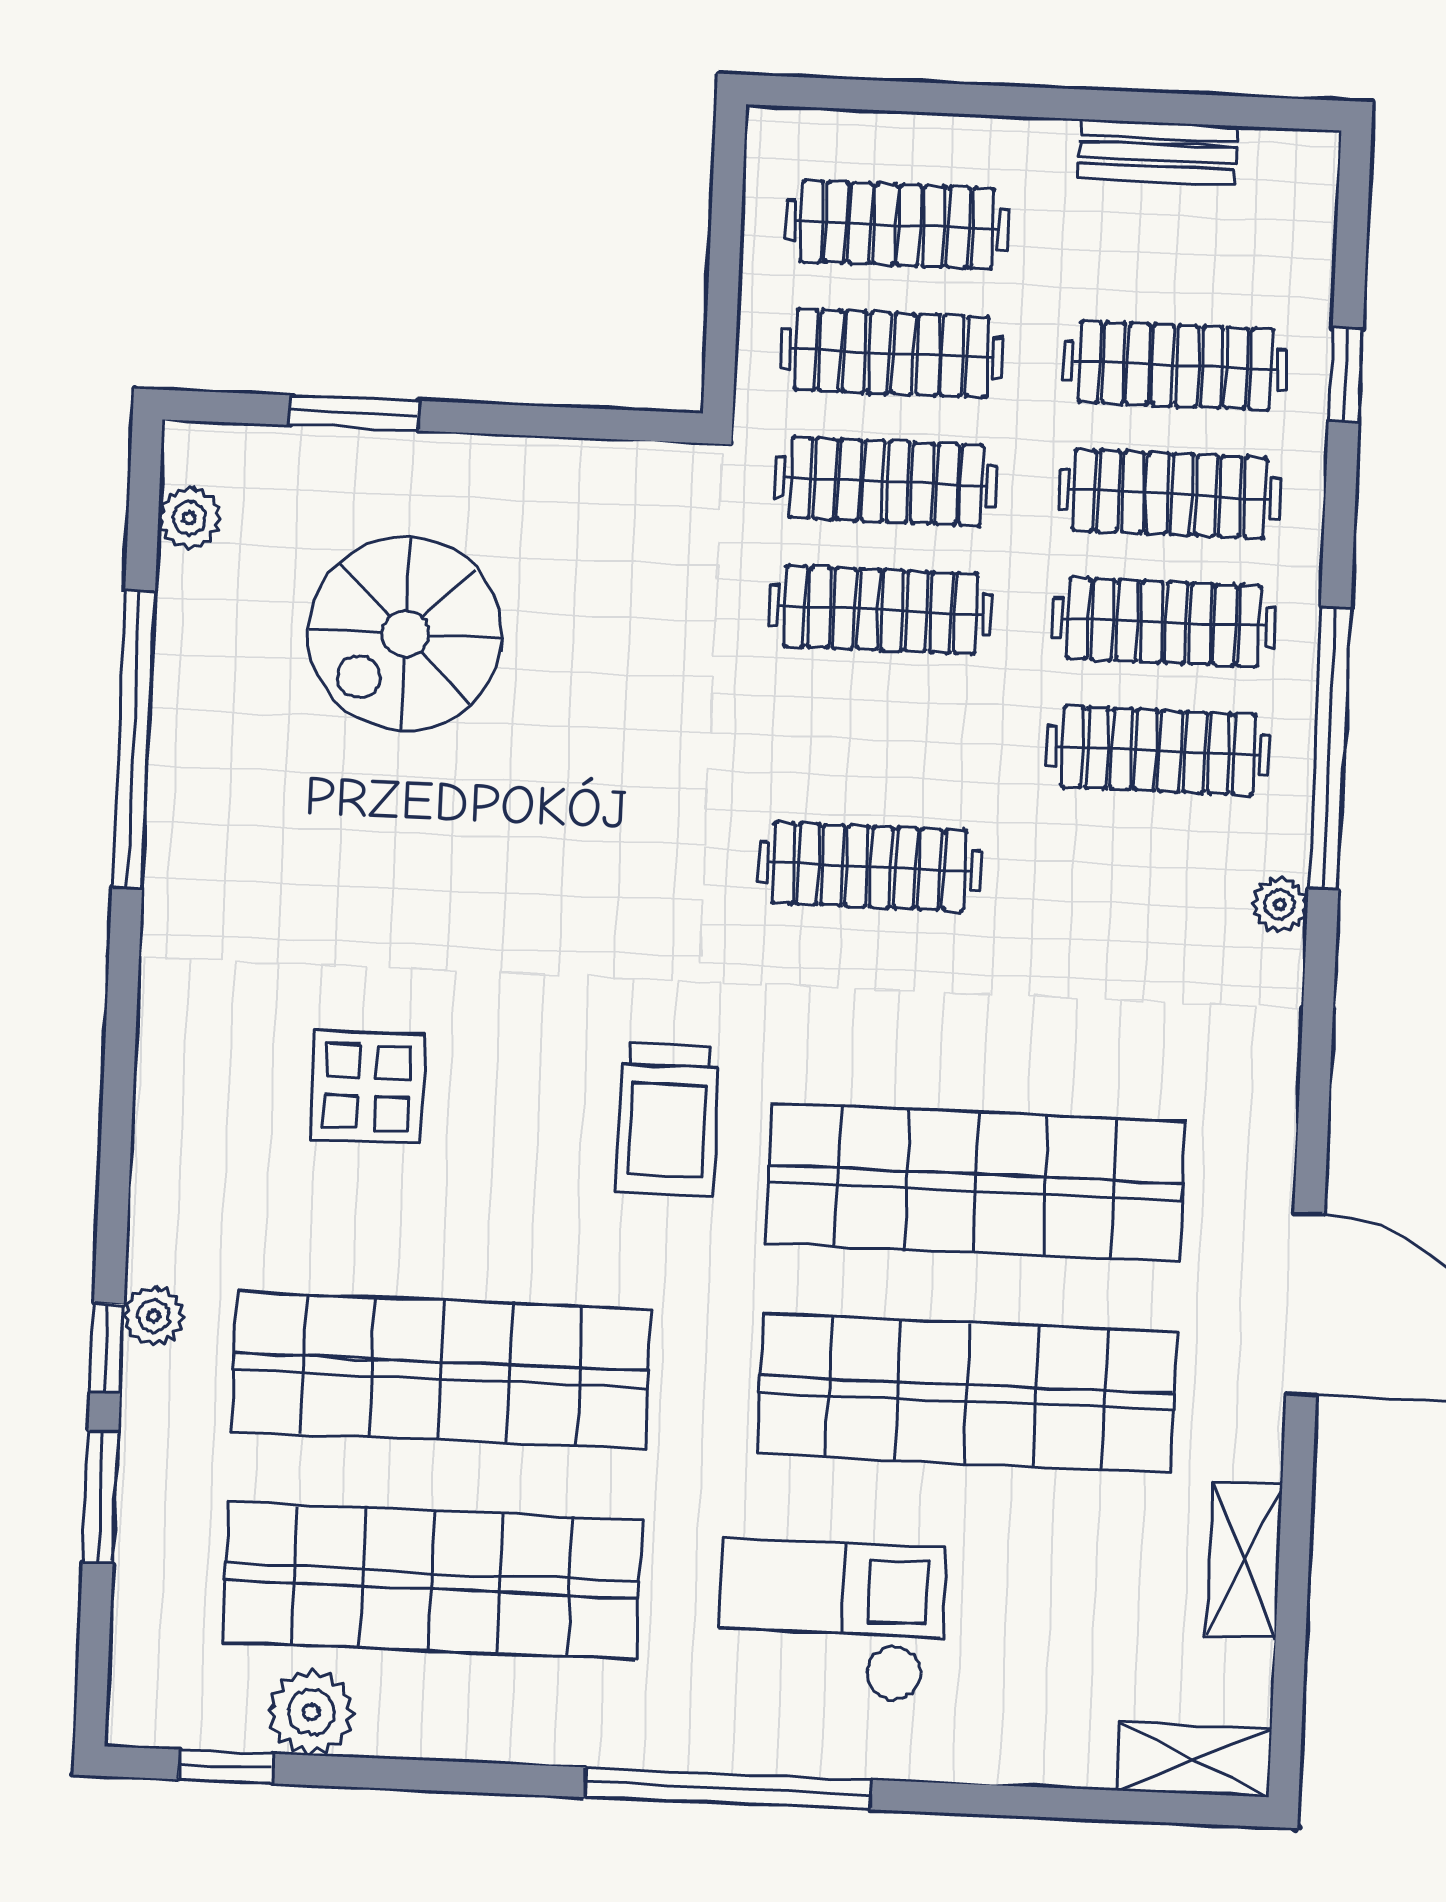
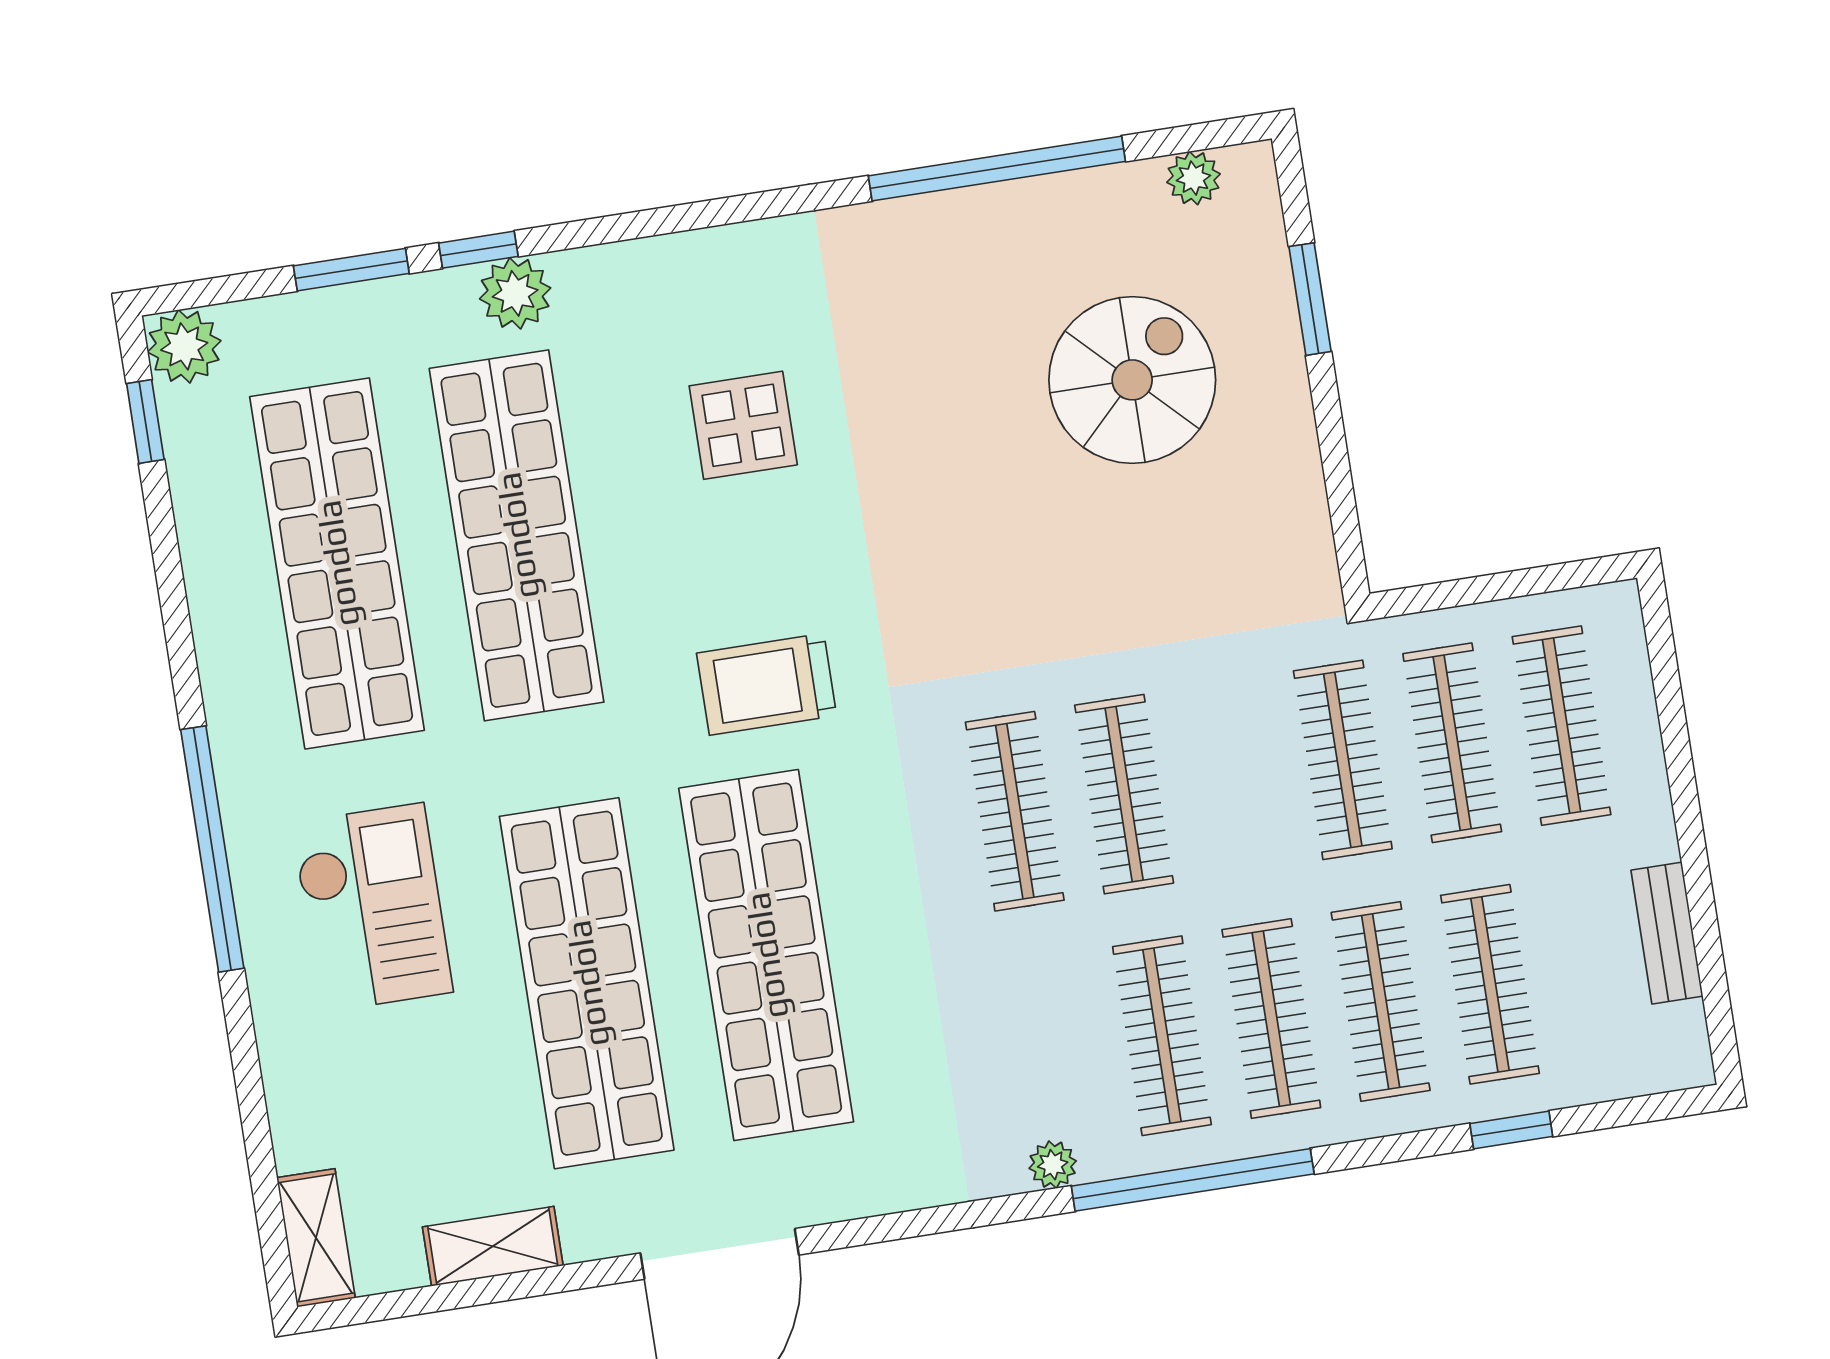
clothes rail: (880, 610) -> (1124, 794), moved
spiral stairs: (405, 634) -> (1132, 380), turned 90
plant: (154, 1316) -> (515, 293), width x1.38, depth x1.38
plant: (311, 1712) -> (184, 346), moved

